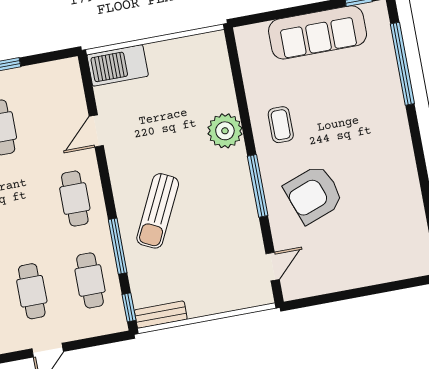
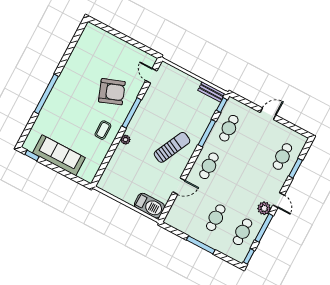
window: (402, 64) -> (46, 94), moved
plant: (225, 131) -> (125, 140), width x0.53, depth x0.53
sun lounger: (158, 211) -> (172, 147), moved
door: (273, 267) -> (151, 76), hinge flipped
cafe table: (32, 291) -> (256, 142), removed

